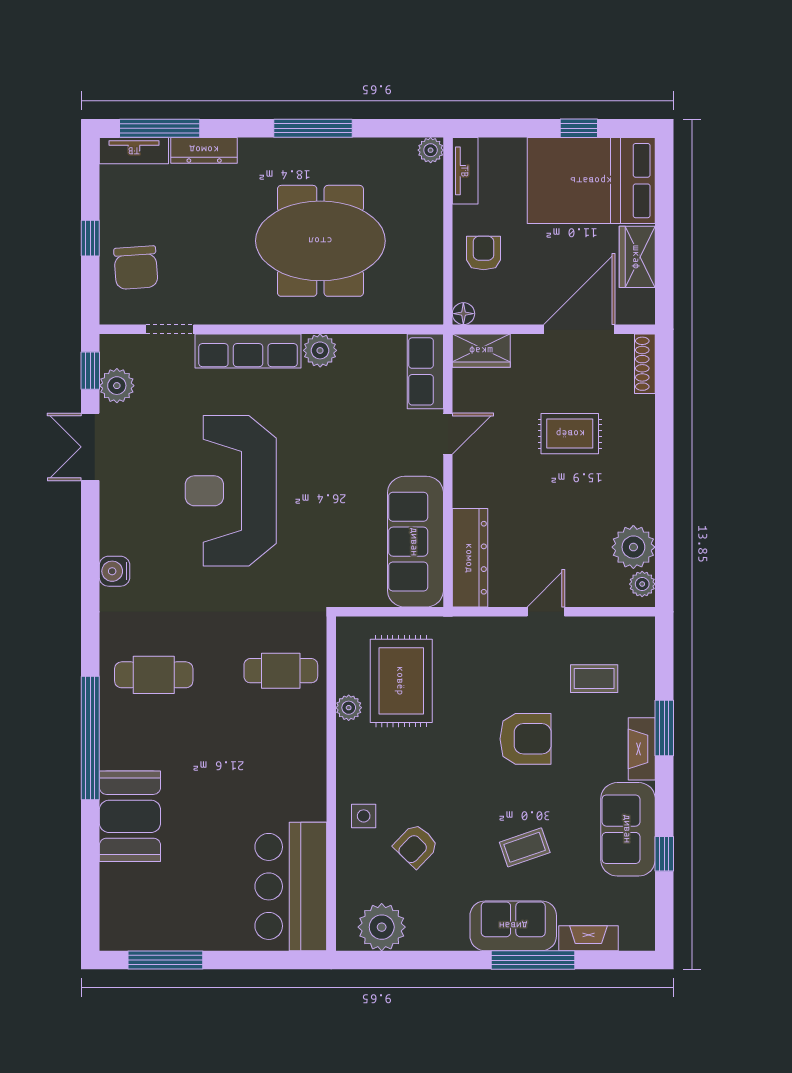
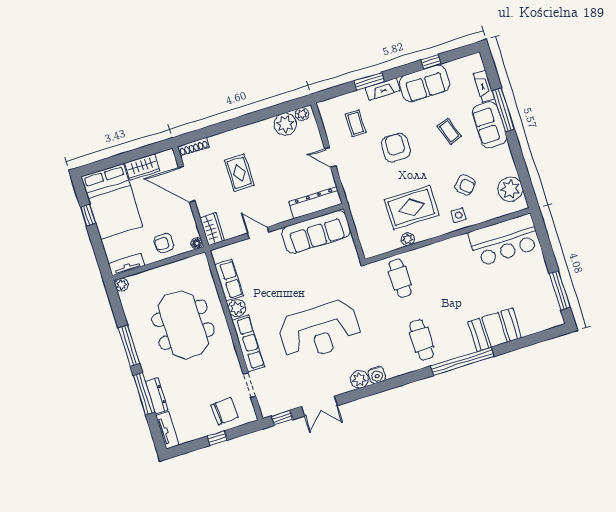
window: (160, 128) -> (144, 394), moved
row of seats: (425, 371) -> (229, 280), moved, turned -90
plant: (117, 386) -> (359, 379), moved
rug: (401, 681) -> (412, 207), moved

